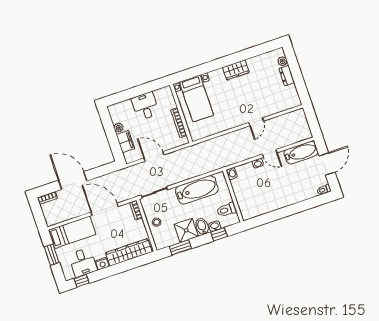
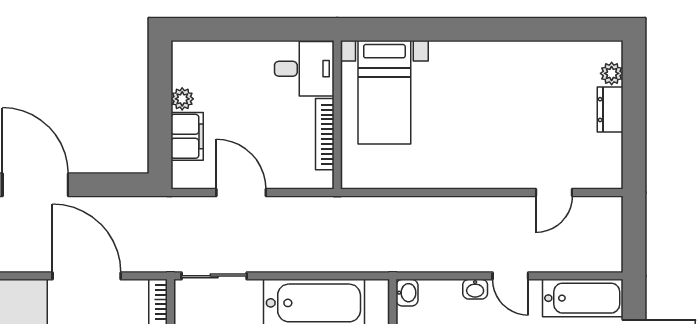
wardrobe: (236, 70) -> (497, 57), removed
desk: (145, 106) -> (304, 69), moved, turned 90
door: (256, 122) -> (554, 193), moved

